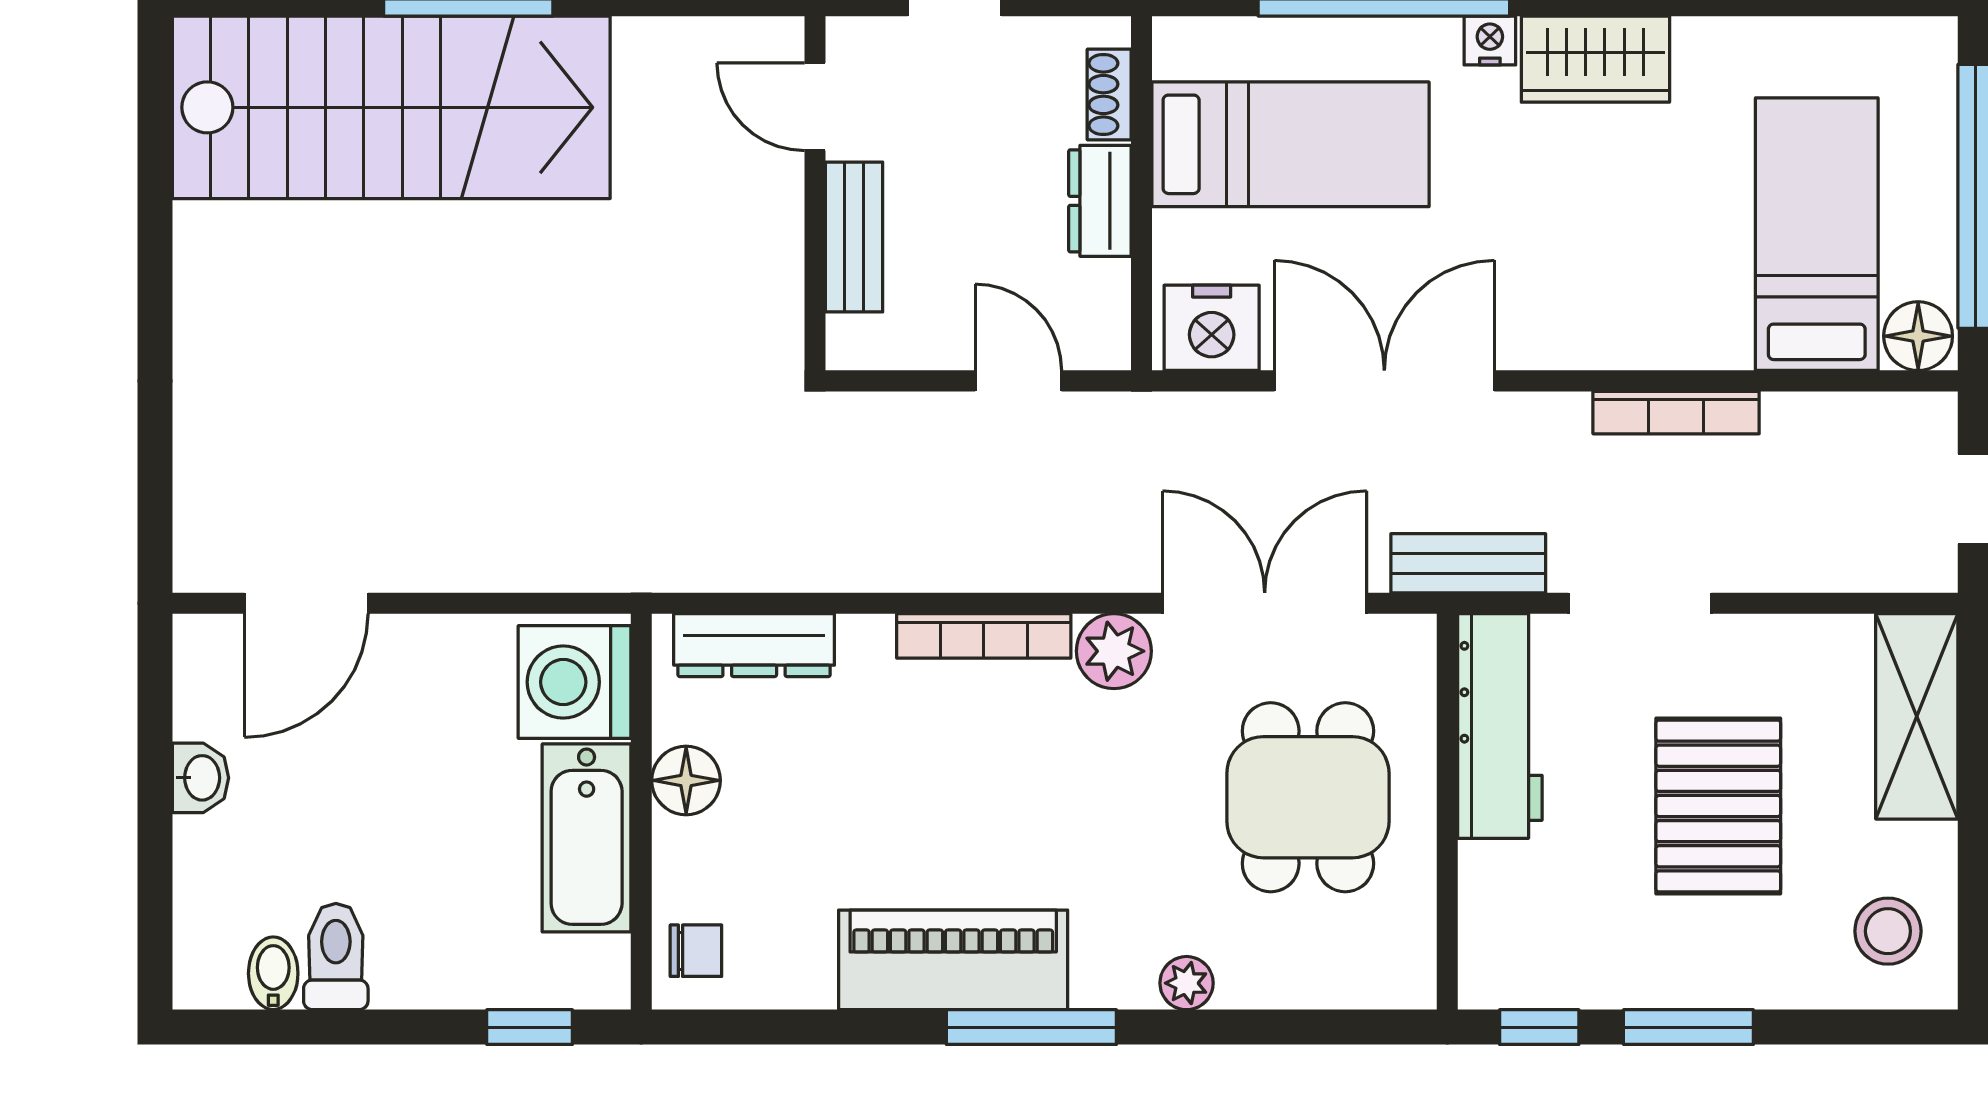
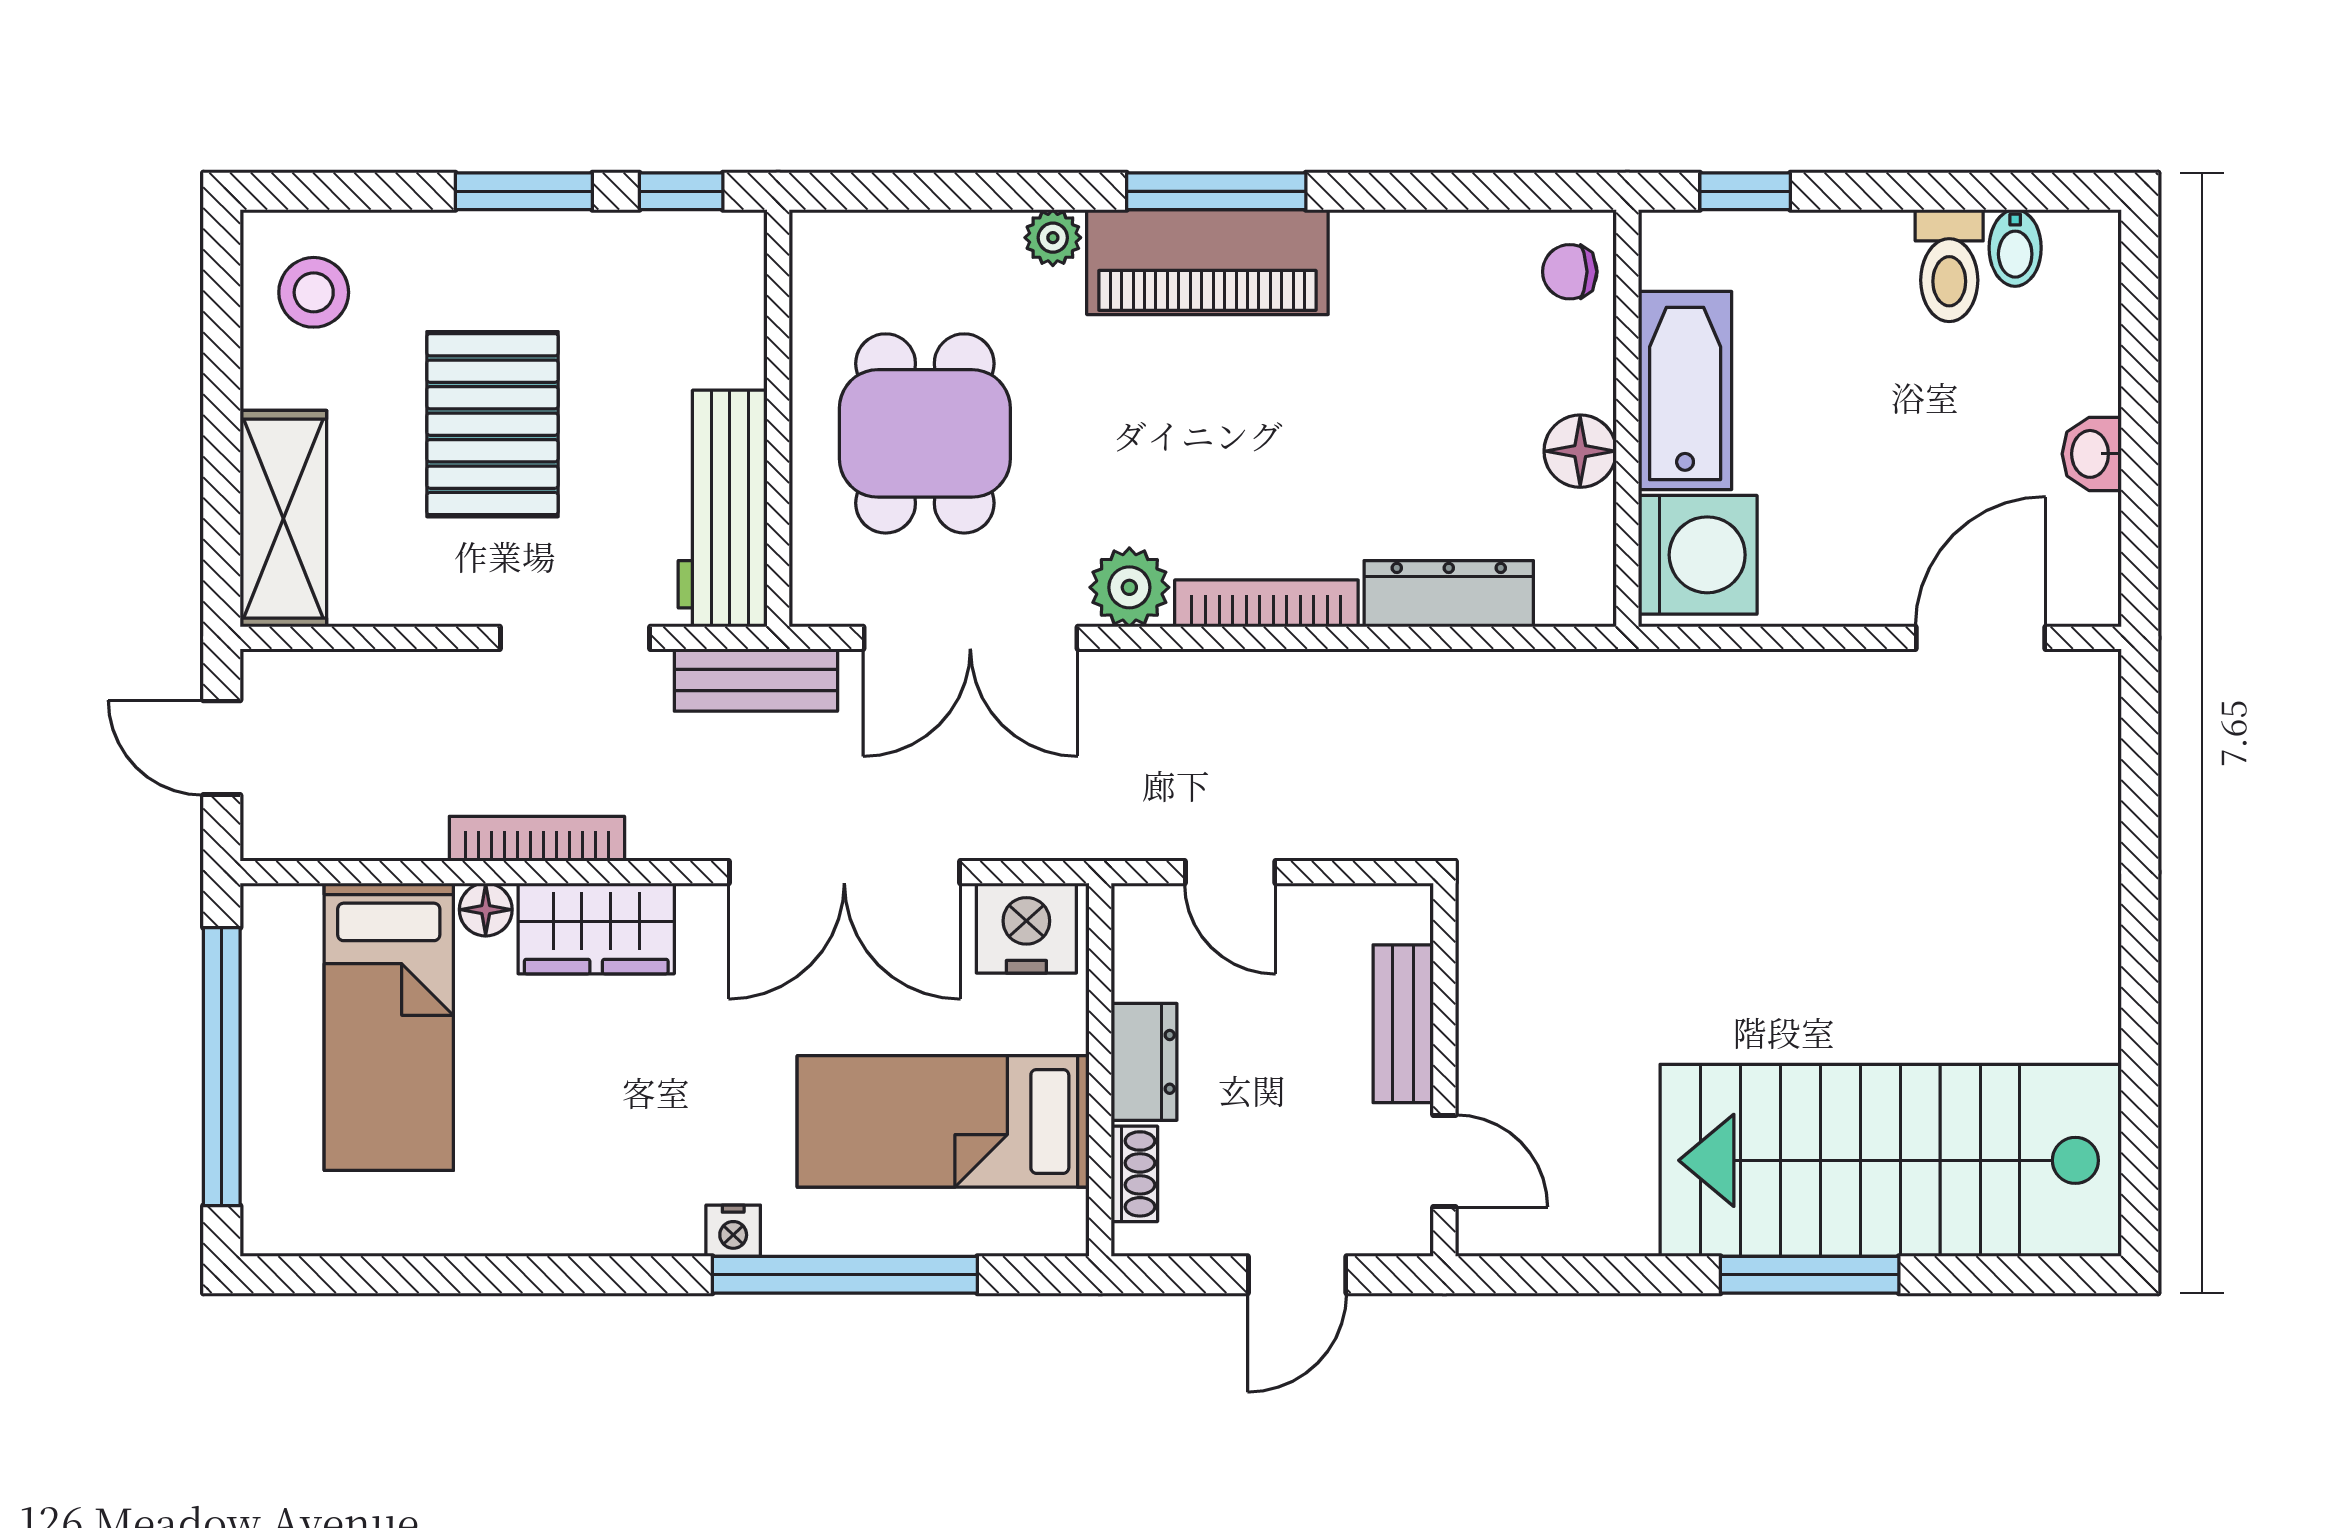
wardrobe: (1595, 59) -> (596, 928), moved, turned 180
floor lamp: (1918, 336) -> (486, 910), moved, width x0.73, depth x0.73
dresser: (754, 645) -> (1449, 594), moved
piano: (953, 960) -> (1207, 262), moved

